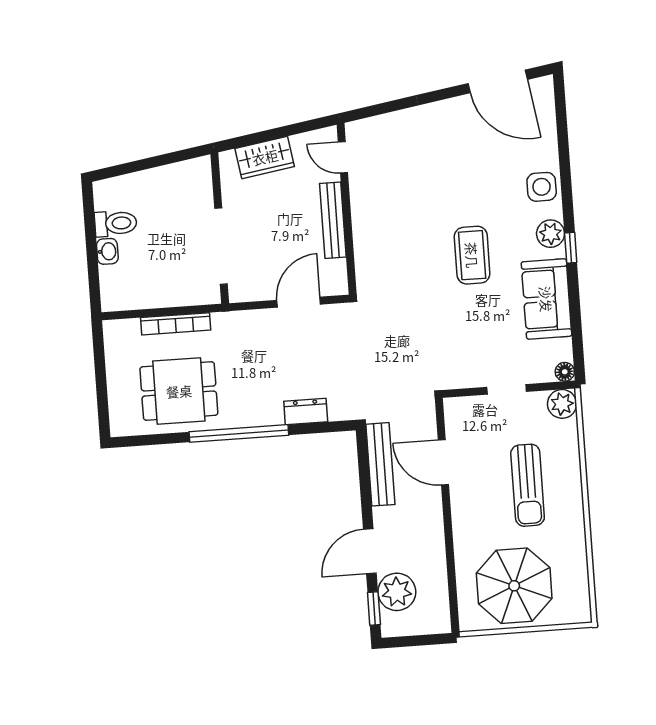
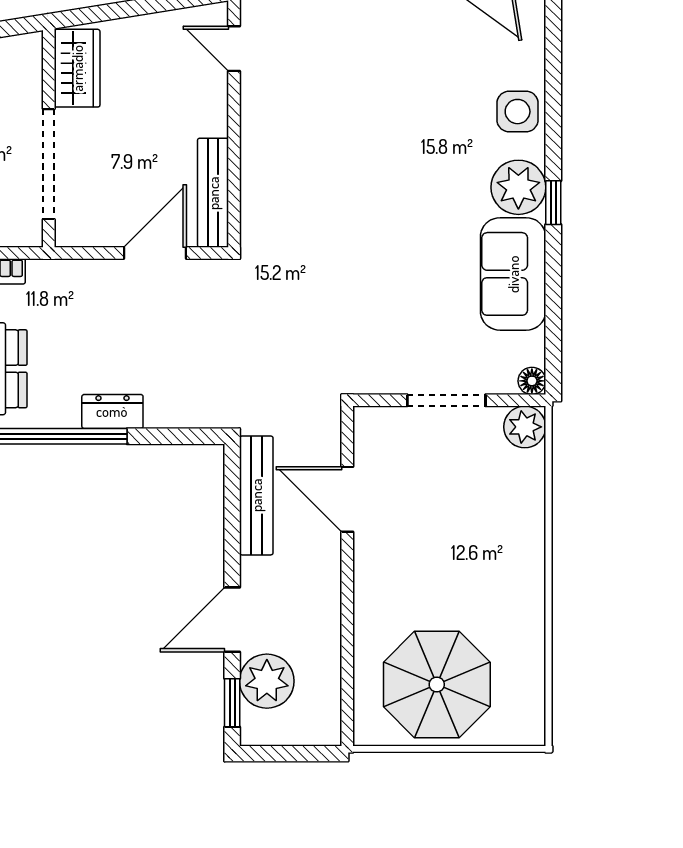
wardrobe: (265, 157) -> (77, 68), moved, turned -81
bench: (333, 220) -> (213, 193), moved
plant: (551, 234) -> (518, 187), width x1.36, depth x1.36
coffee table: (472, 255) -> (410, 203), removed
doorway: (507, 389) -> (446, 400), width x1.38
dresser: (306, 412) -> (112, 411), moved
sun lounger: (528, 485) -> (467, 541), removed

